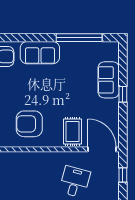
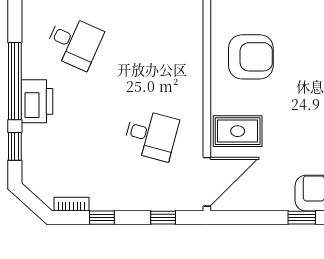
armchair: (29, 124) -> (251, 57), turned 90

